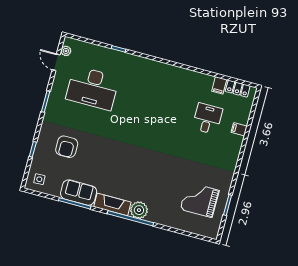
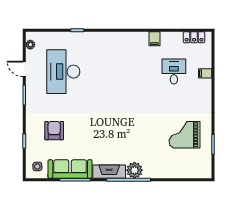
door: (56, 62) -> (24, 69), moved
filing cabinet: (219, 85) -> (154, 39), moved
desk: (93, 88) -> (63, 72), turned 90
armchair: (67, 147) -> (54, 131), turned 180
sofa: (79, 193) -> (70, 169), width x1.36
grand piano: (200, 200) -> (185, 135), moved

